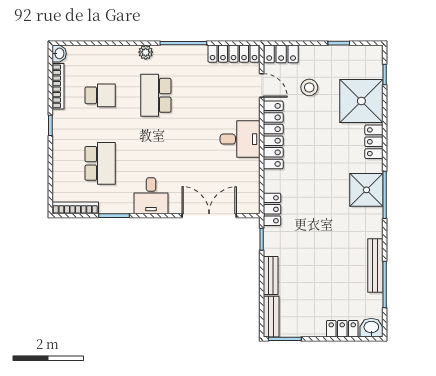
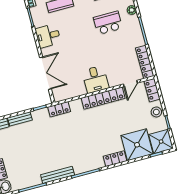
stool: (309, 87) -> (156, 112), moved
shower: (366, 190) -> (161, 142), moved
bench: (375, 266) -> (58, 175), moved

